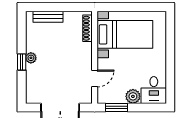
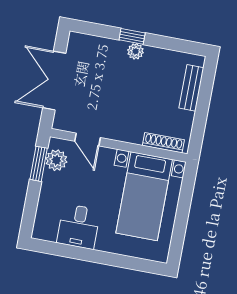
desk: (154, 90) -> (79, 226), moved, turned -90
plant: (133, 96) -> (56, 160), moved

